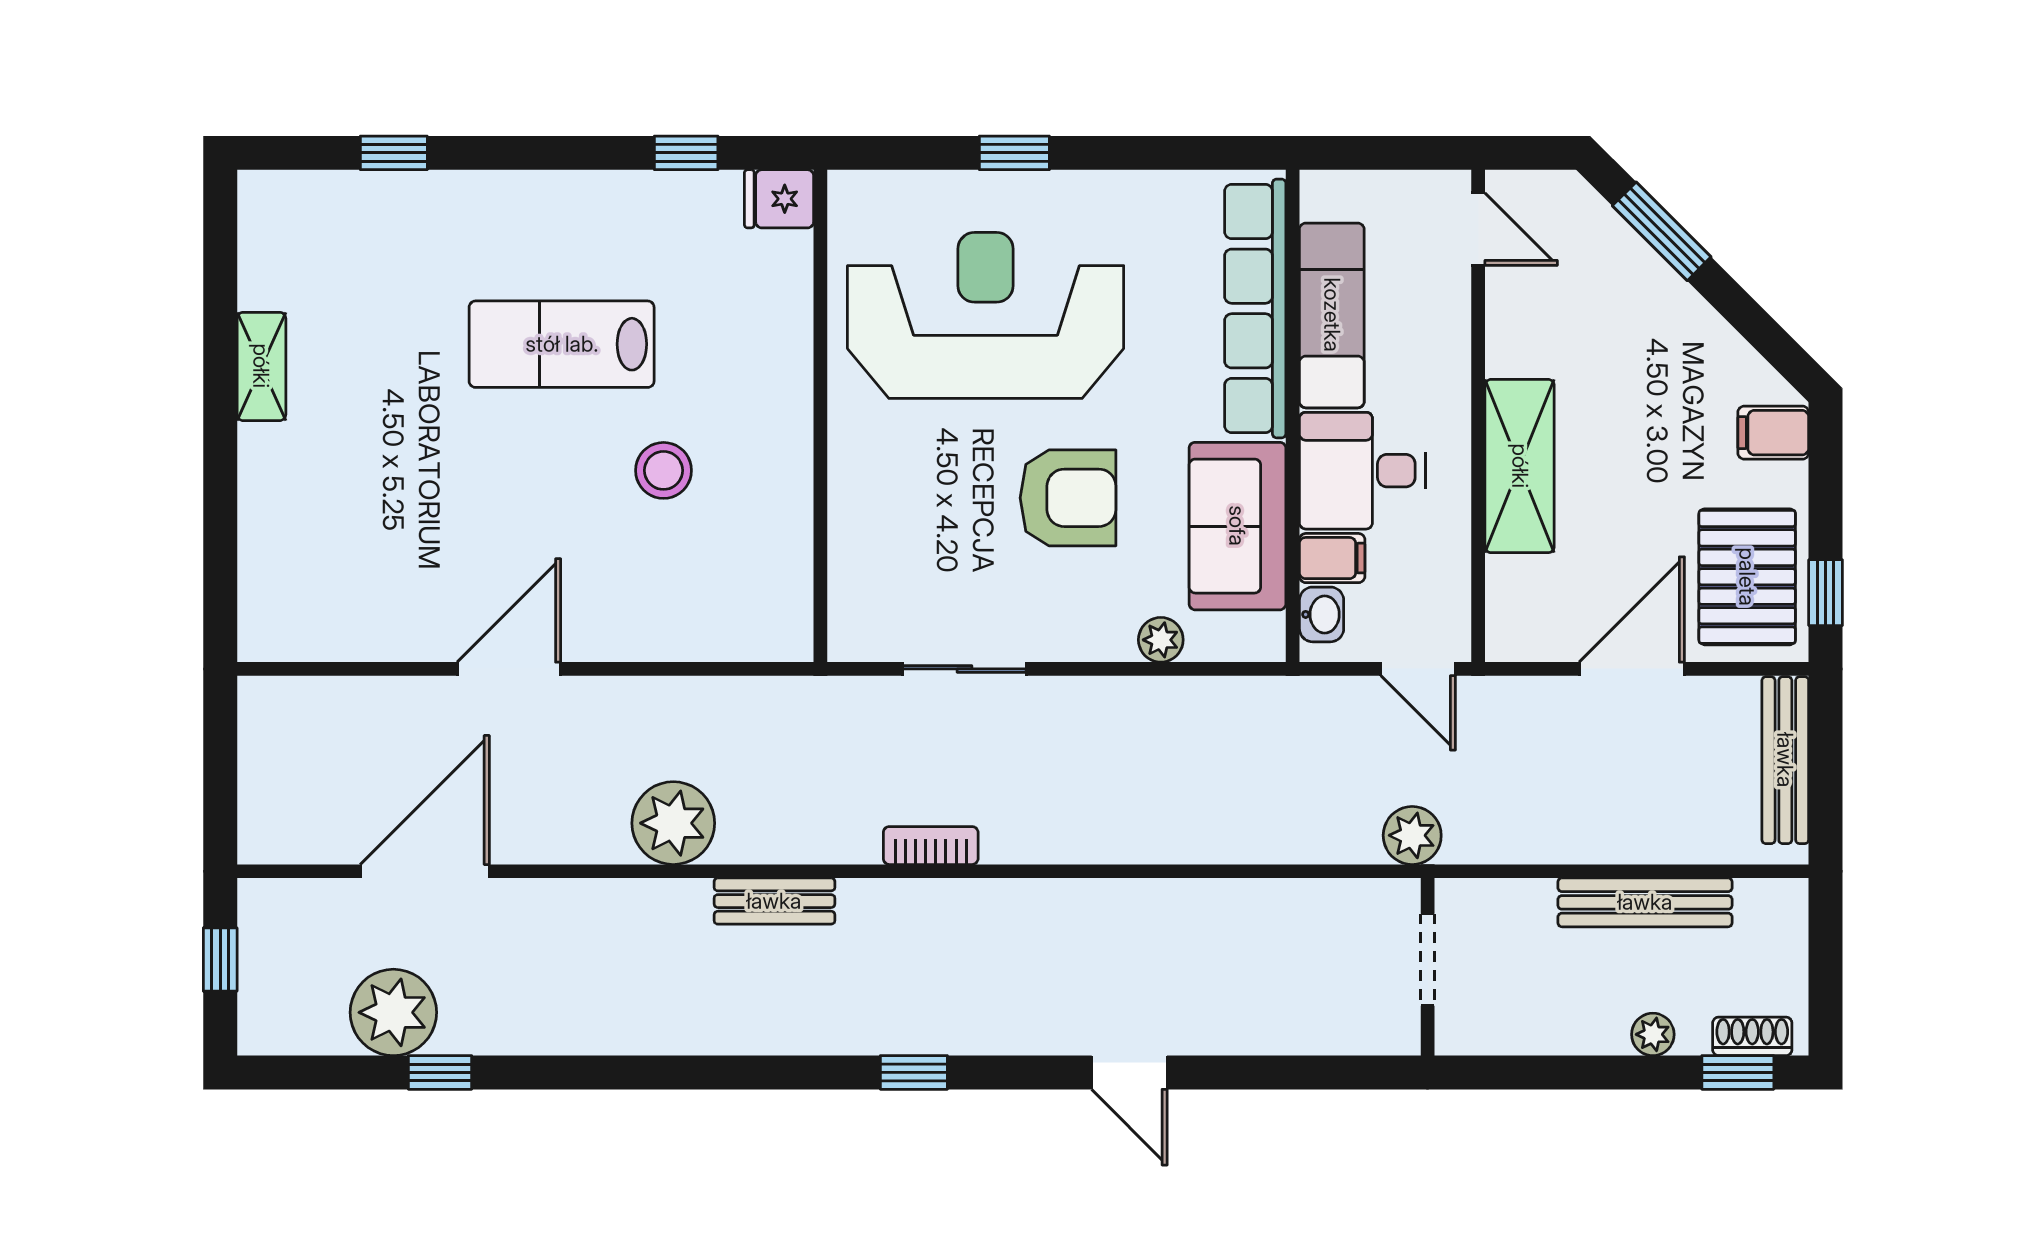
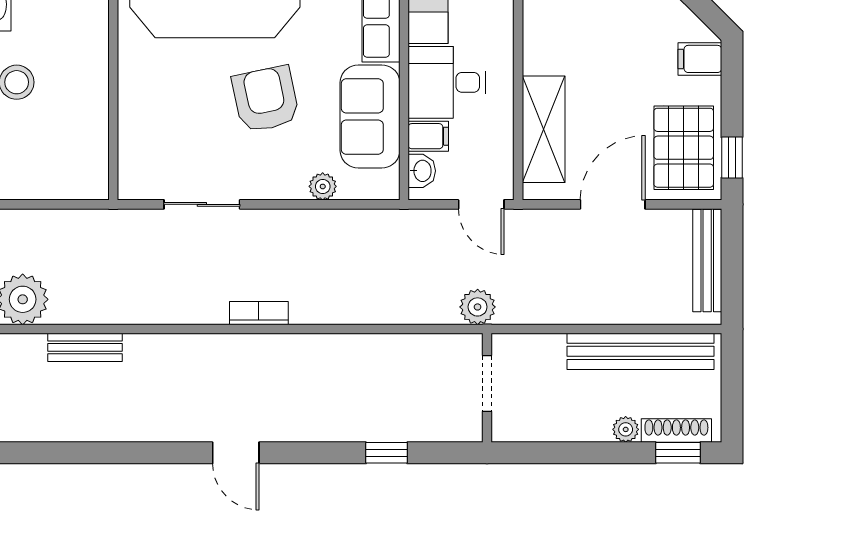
shelving: (1520, 466) -> (544, 129), moved
armchair: (1068, 498) -> (266, 99), turned -102
bookcase: (931, 846) -> (259, 313), moved
bench: (1645, 902) -> (641, 351), width x1.37, depth x1.21
shoe rack: (1752, 1036) -> (676, 431), width x1.43
window: (914, 1072) -> (387, 453), moved
door: (1129, 1072) -> (236, 453), moved

